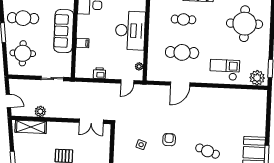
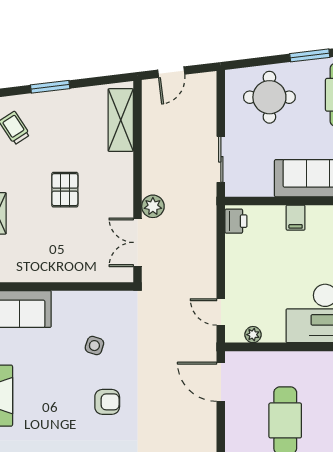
printer: (99, 73) -> (236, 221), moved
door: (180, 84) -> (221, 382), moved
plant: (40, 111) -> (153, 206), moved

